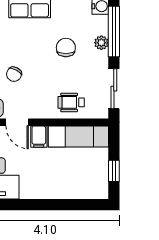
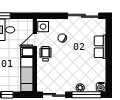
chair: (66, 48) -> (77, 67), removed
wheelchair: (71, 102) -> (45, 54), moved

